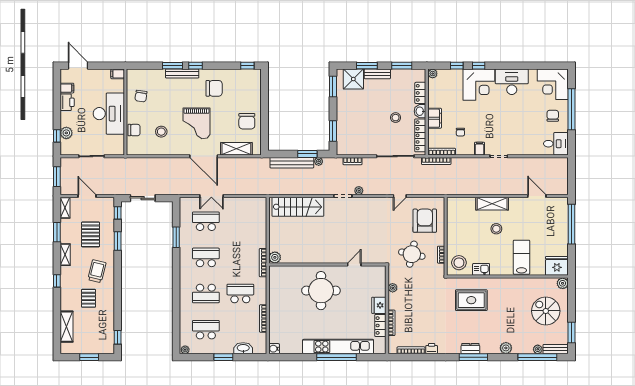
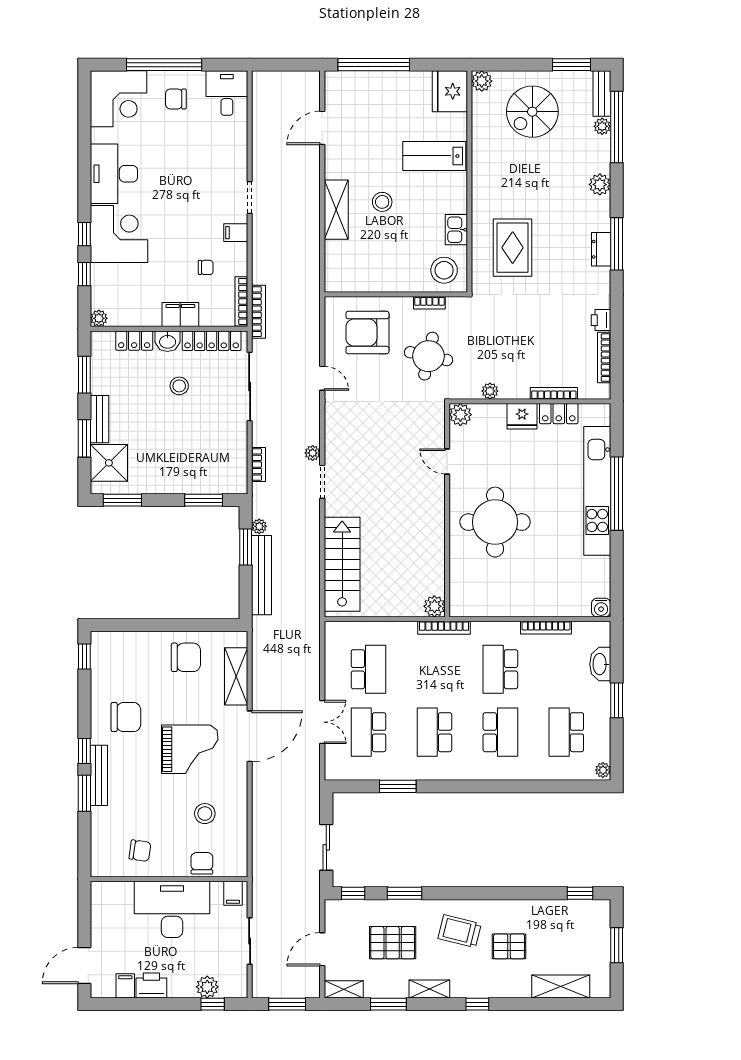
filing cabinet: (118, 74) -> (233, 893), moved
chair: (214, 88) -> (126, 717), turned 90
school desk: (240, 221) -> (368, 669), added
plant: (380, 272) -> (460, 415), added

